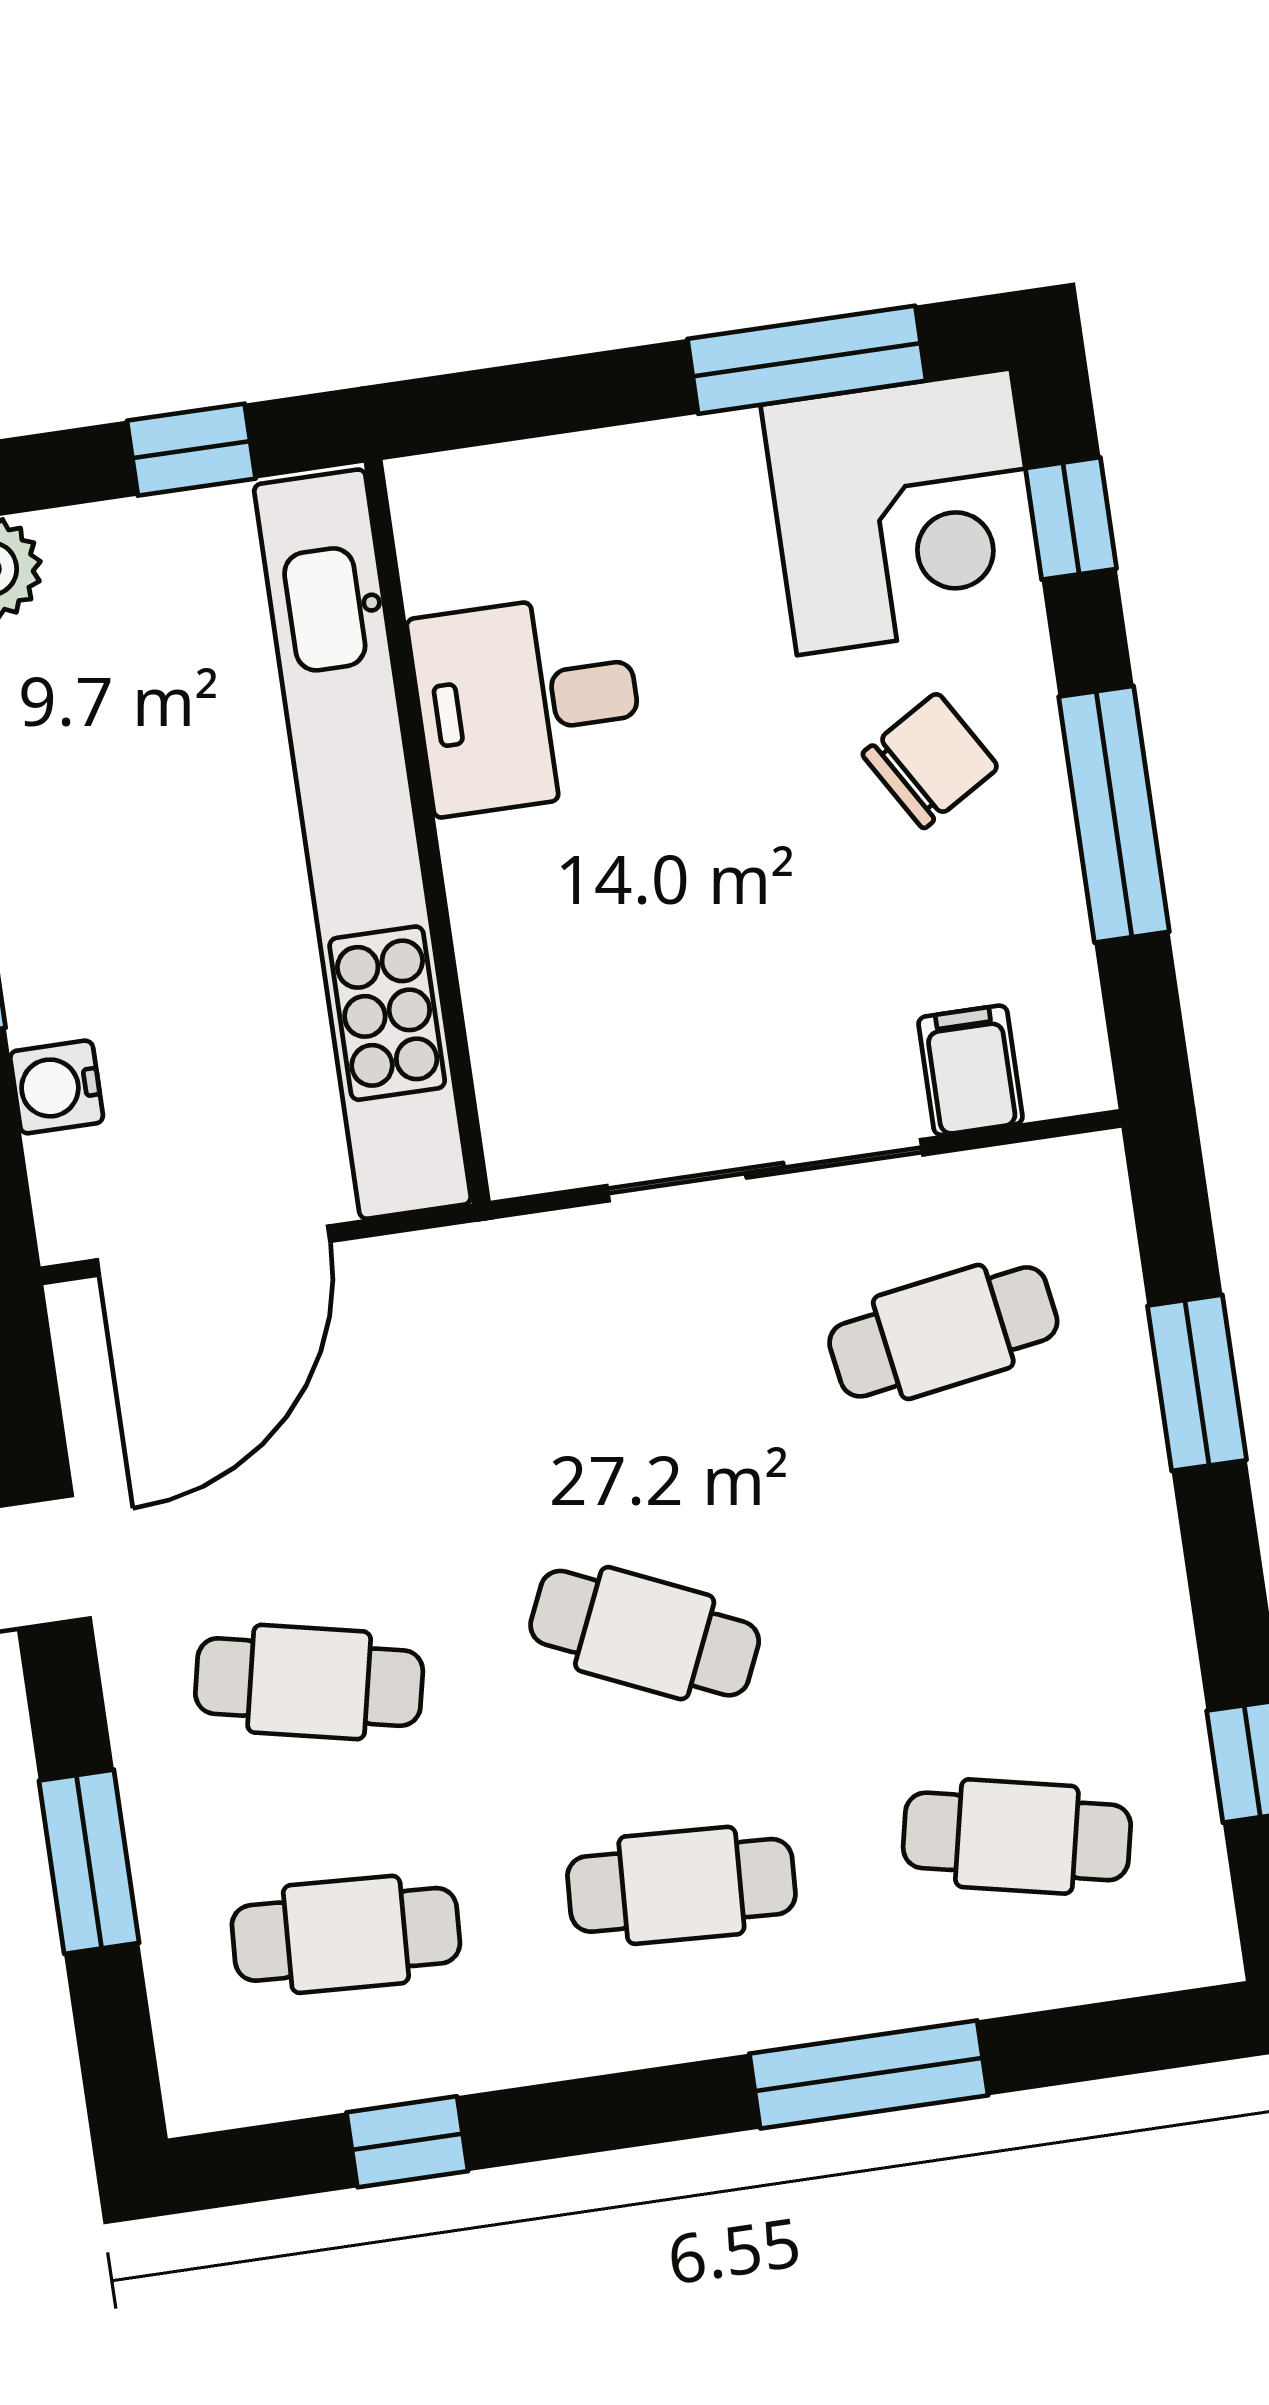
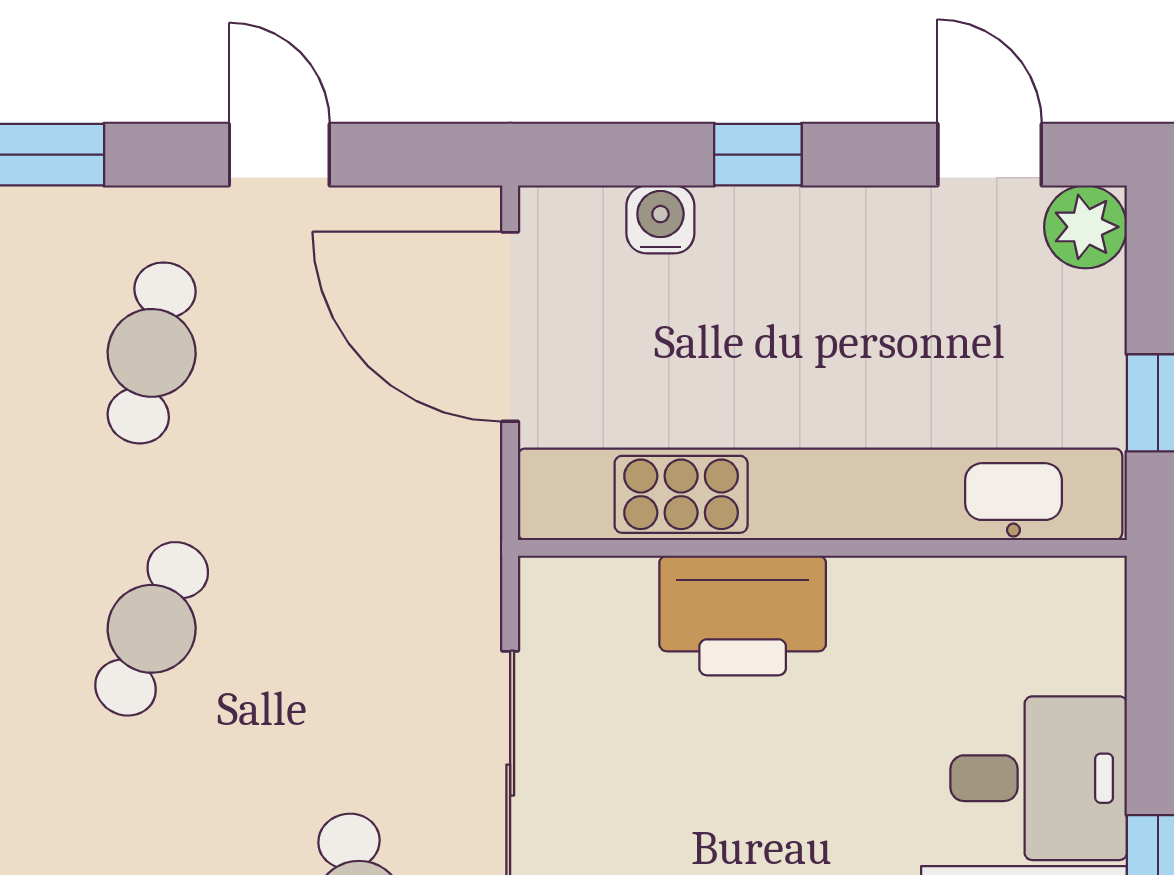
desk: (528, 703) -> (1039, 778), moved, turned 90
printer: (523, 917) -> (743, 615), added

